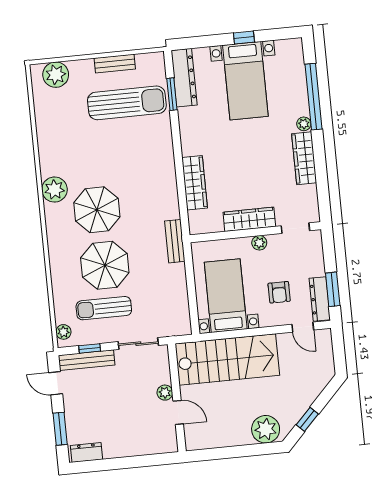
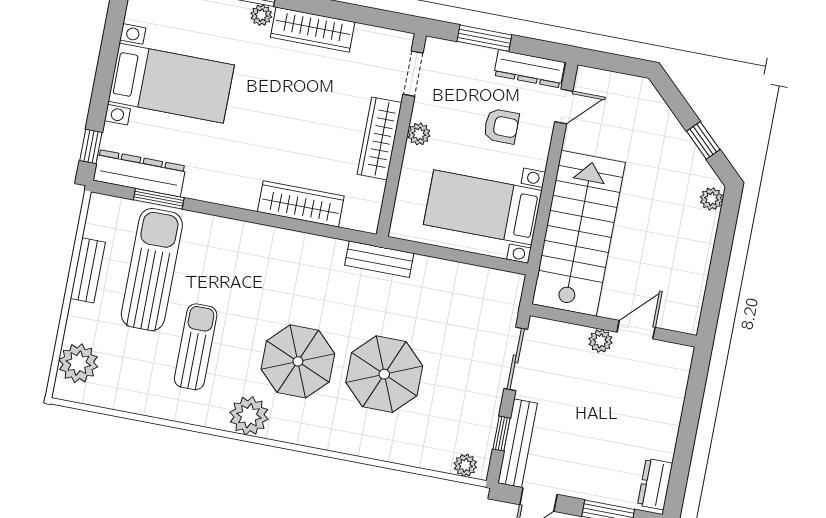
window: (244, 38) -> (91, 146), moved
window: (333, 289) -> (484, 38), moved
sun lounger: (104, 308) -> (196, 347), moved, turned 180
plant: (266, 429) -> (711, 199), width x0.53, depth x0.53

